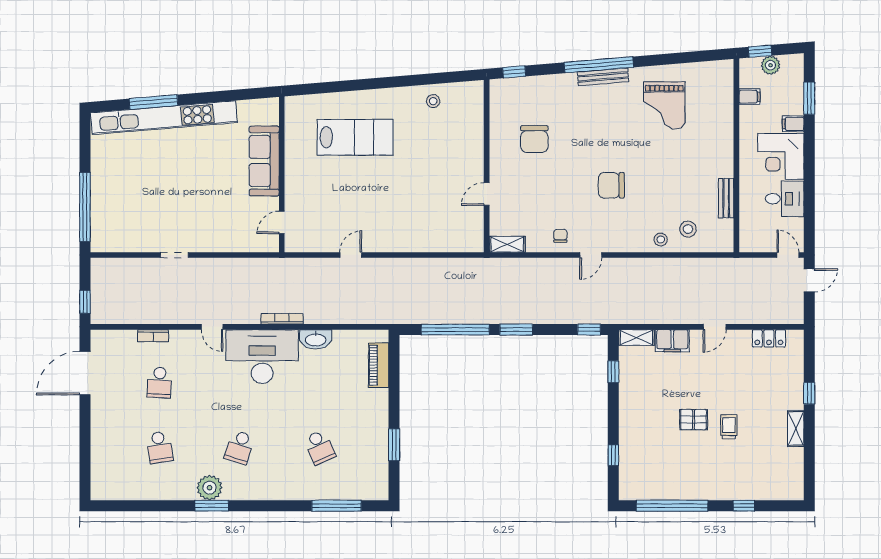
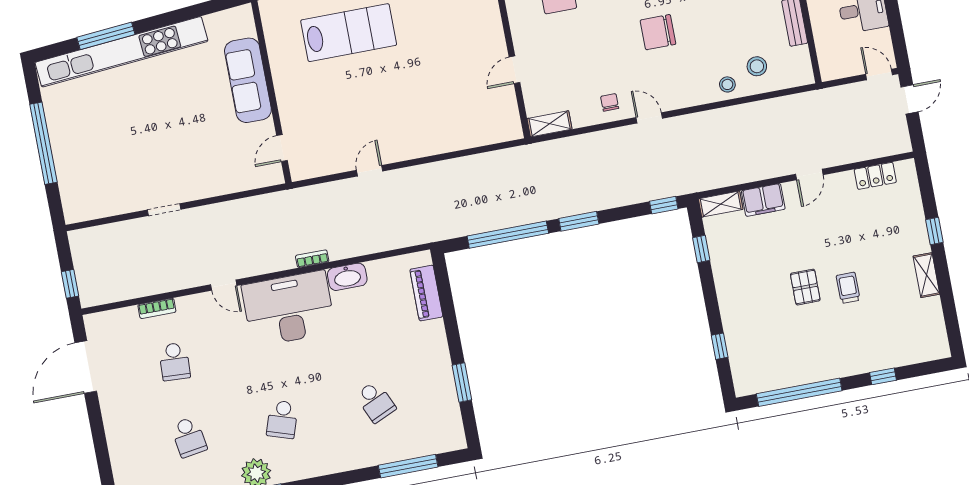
window: (85, 207) -> (43, 143), moved
door: (591, 255) -> (649, 118), swing flipped
bookcase: (282, 319) -> (312, 259), width x0.64
pallet: (694, 420) -> (805, 287), turned 90

